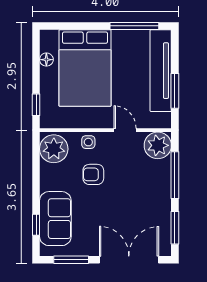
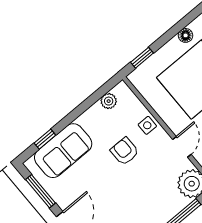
plant: (54, 149) -> (109, 101), width x0.53, depth x0.53

